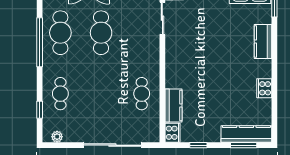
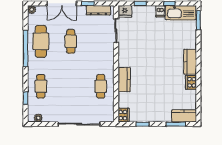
cafe table: (101, 33) -> (71, 41), width x0.73, depth x0.74
kitchen counter: (263, 42) -> (190, 62), moved
kitchen counter: (173, 105) -> (124, 80), moved
kitchen counter: (246, 134) -> (184, 116), width x0.67

